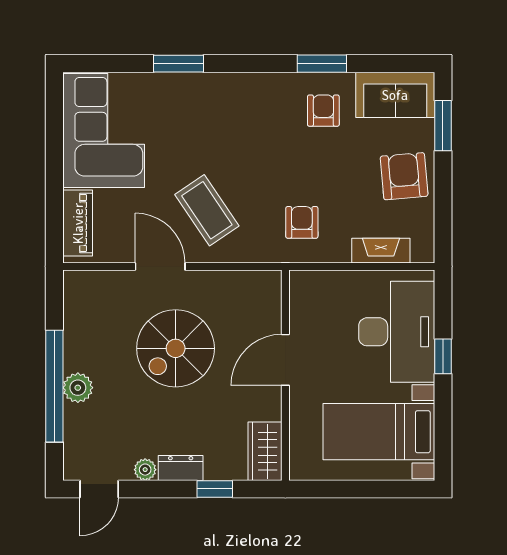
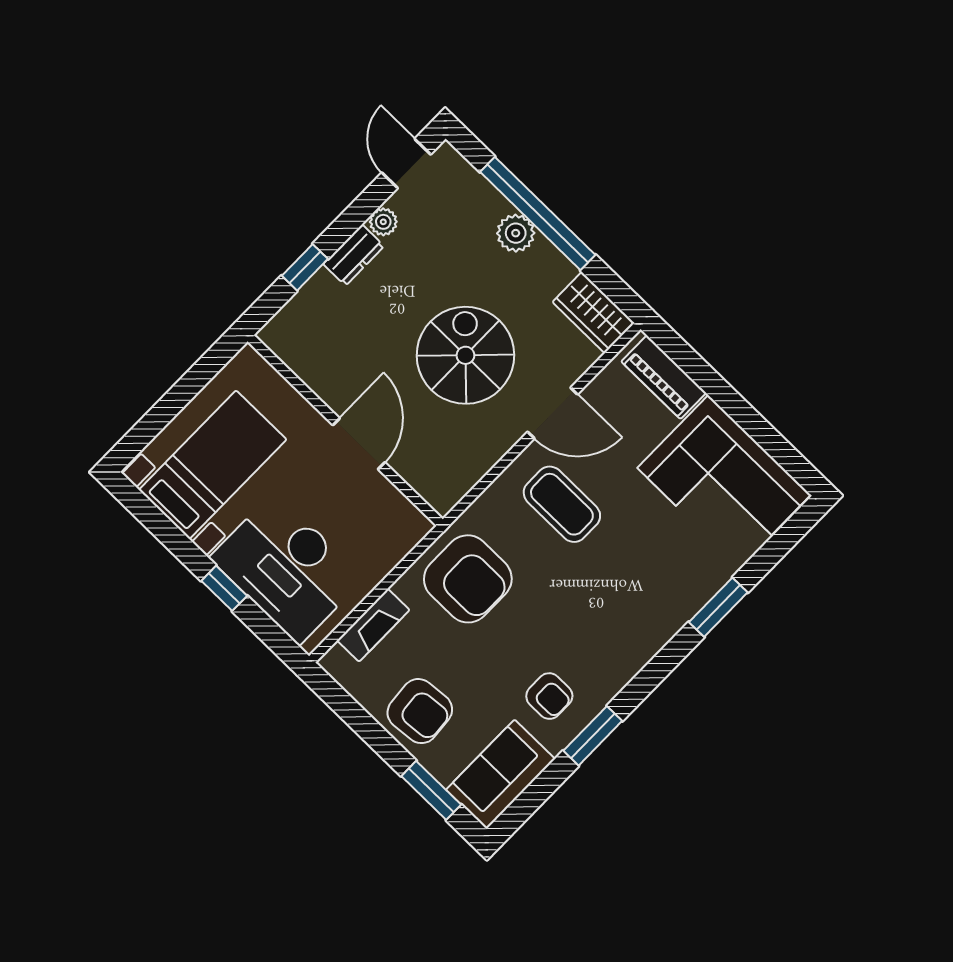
coffee table: (207, 210) -> (562, 504), turned 34
armchair: (302, 222) -> (468, 579), width x1.88, depth x1.88
wardrobe: (265, 451) -> (593, 312), moved, turned 180

